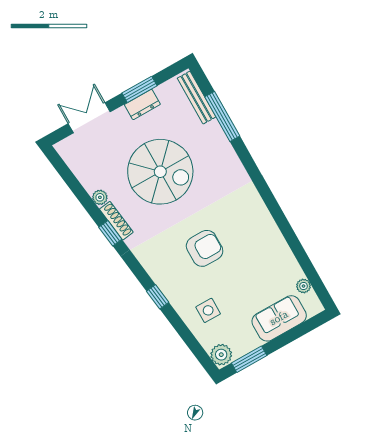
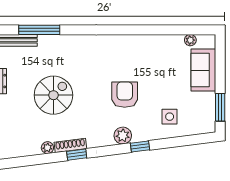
spiral stairs: (160, 172) -> (53, 95), width x0.73, depth x0.73
plant: (221, 355) -> (123, 136), moved

